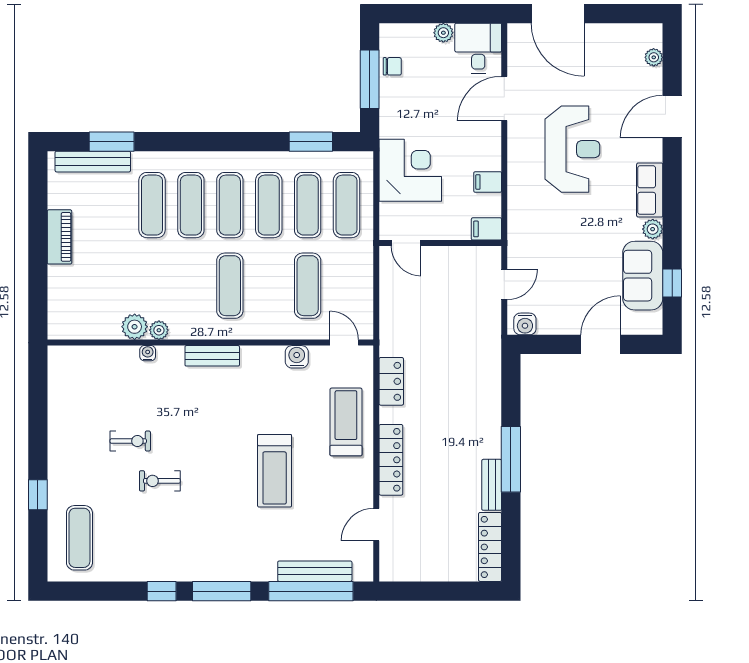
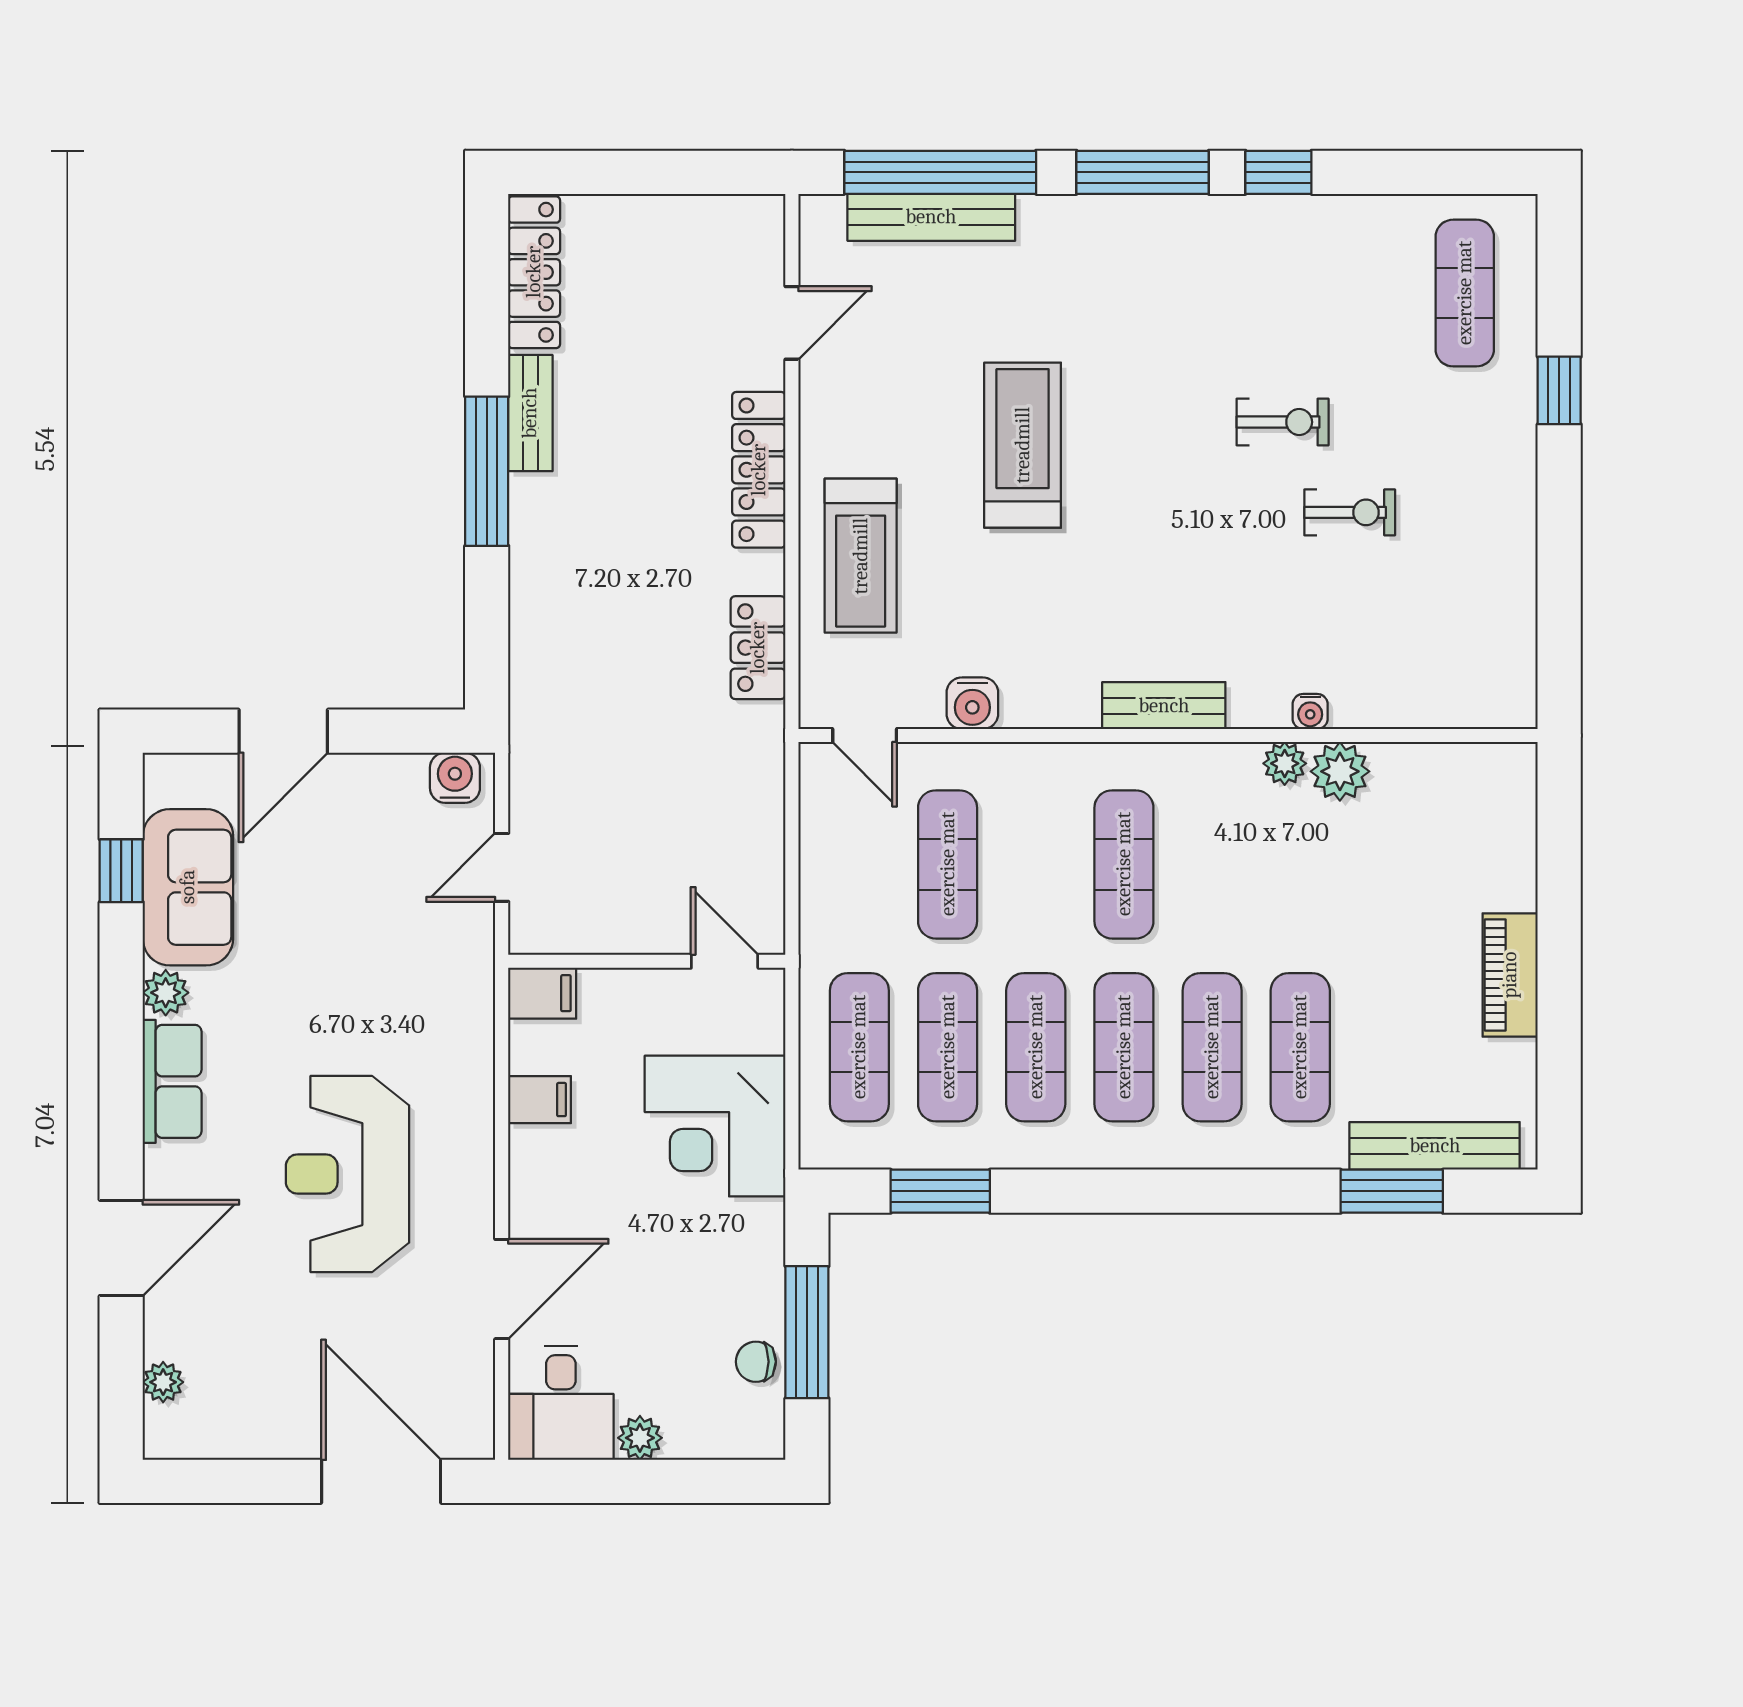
exercise bike: (130, 441) -> (1350, 512), turned 180

